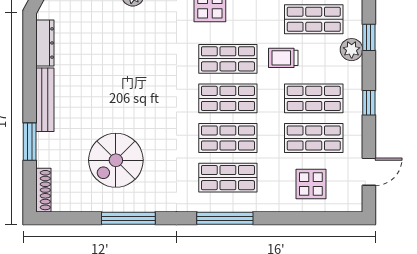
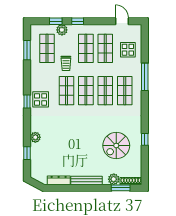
window: (369, 103) -> (78, 21), moved
window: (30, 142) -> (121, 188), moved
plant: (47, 155) -> (114, 179), added
spiral stairs: (116, 160) -> (116, 146), turned 90
window: (128, 218) -> (145, 139), width x0.46
window: (225, 218) -> (145, 77), moved

